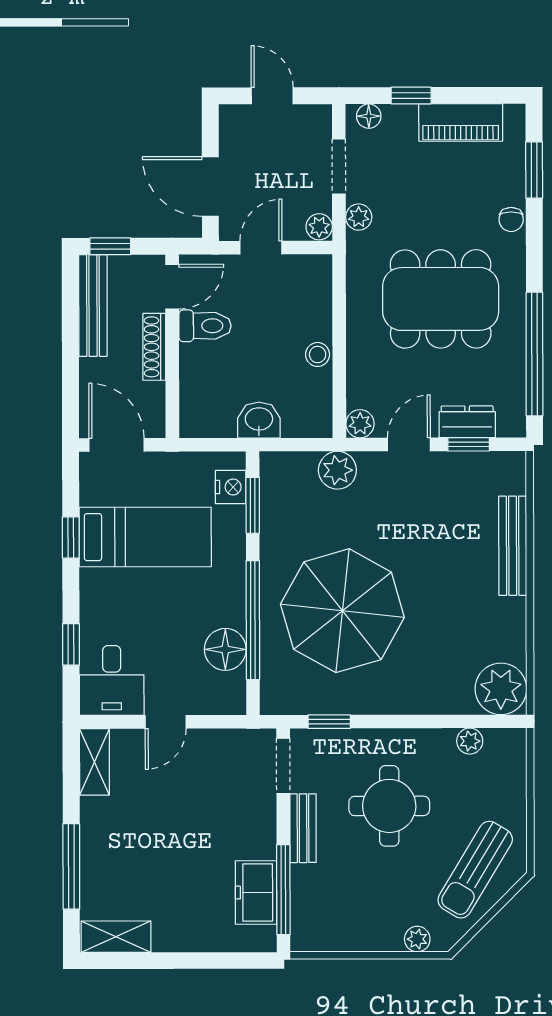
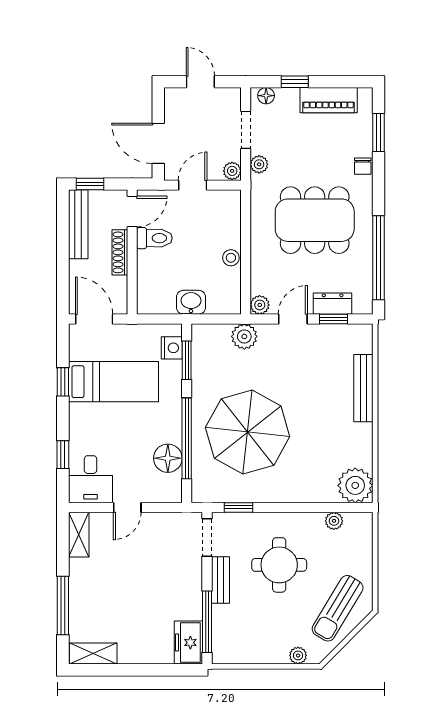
freezer: (256, 893) -> (188, 643), moved

